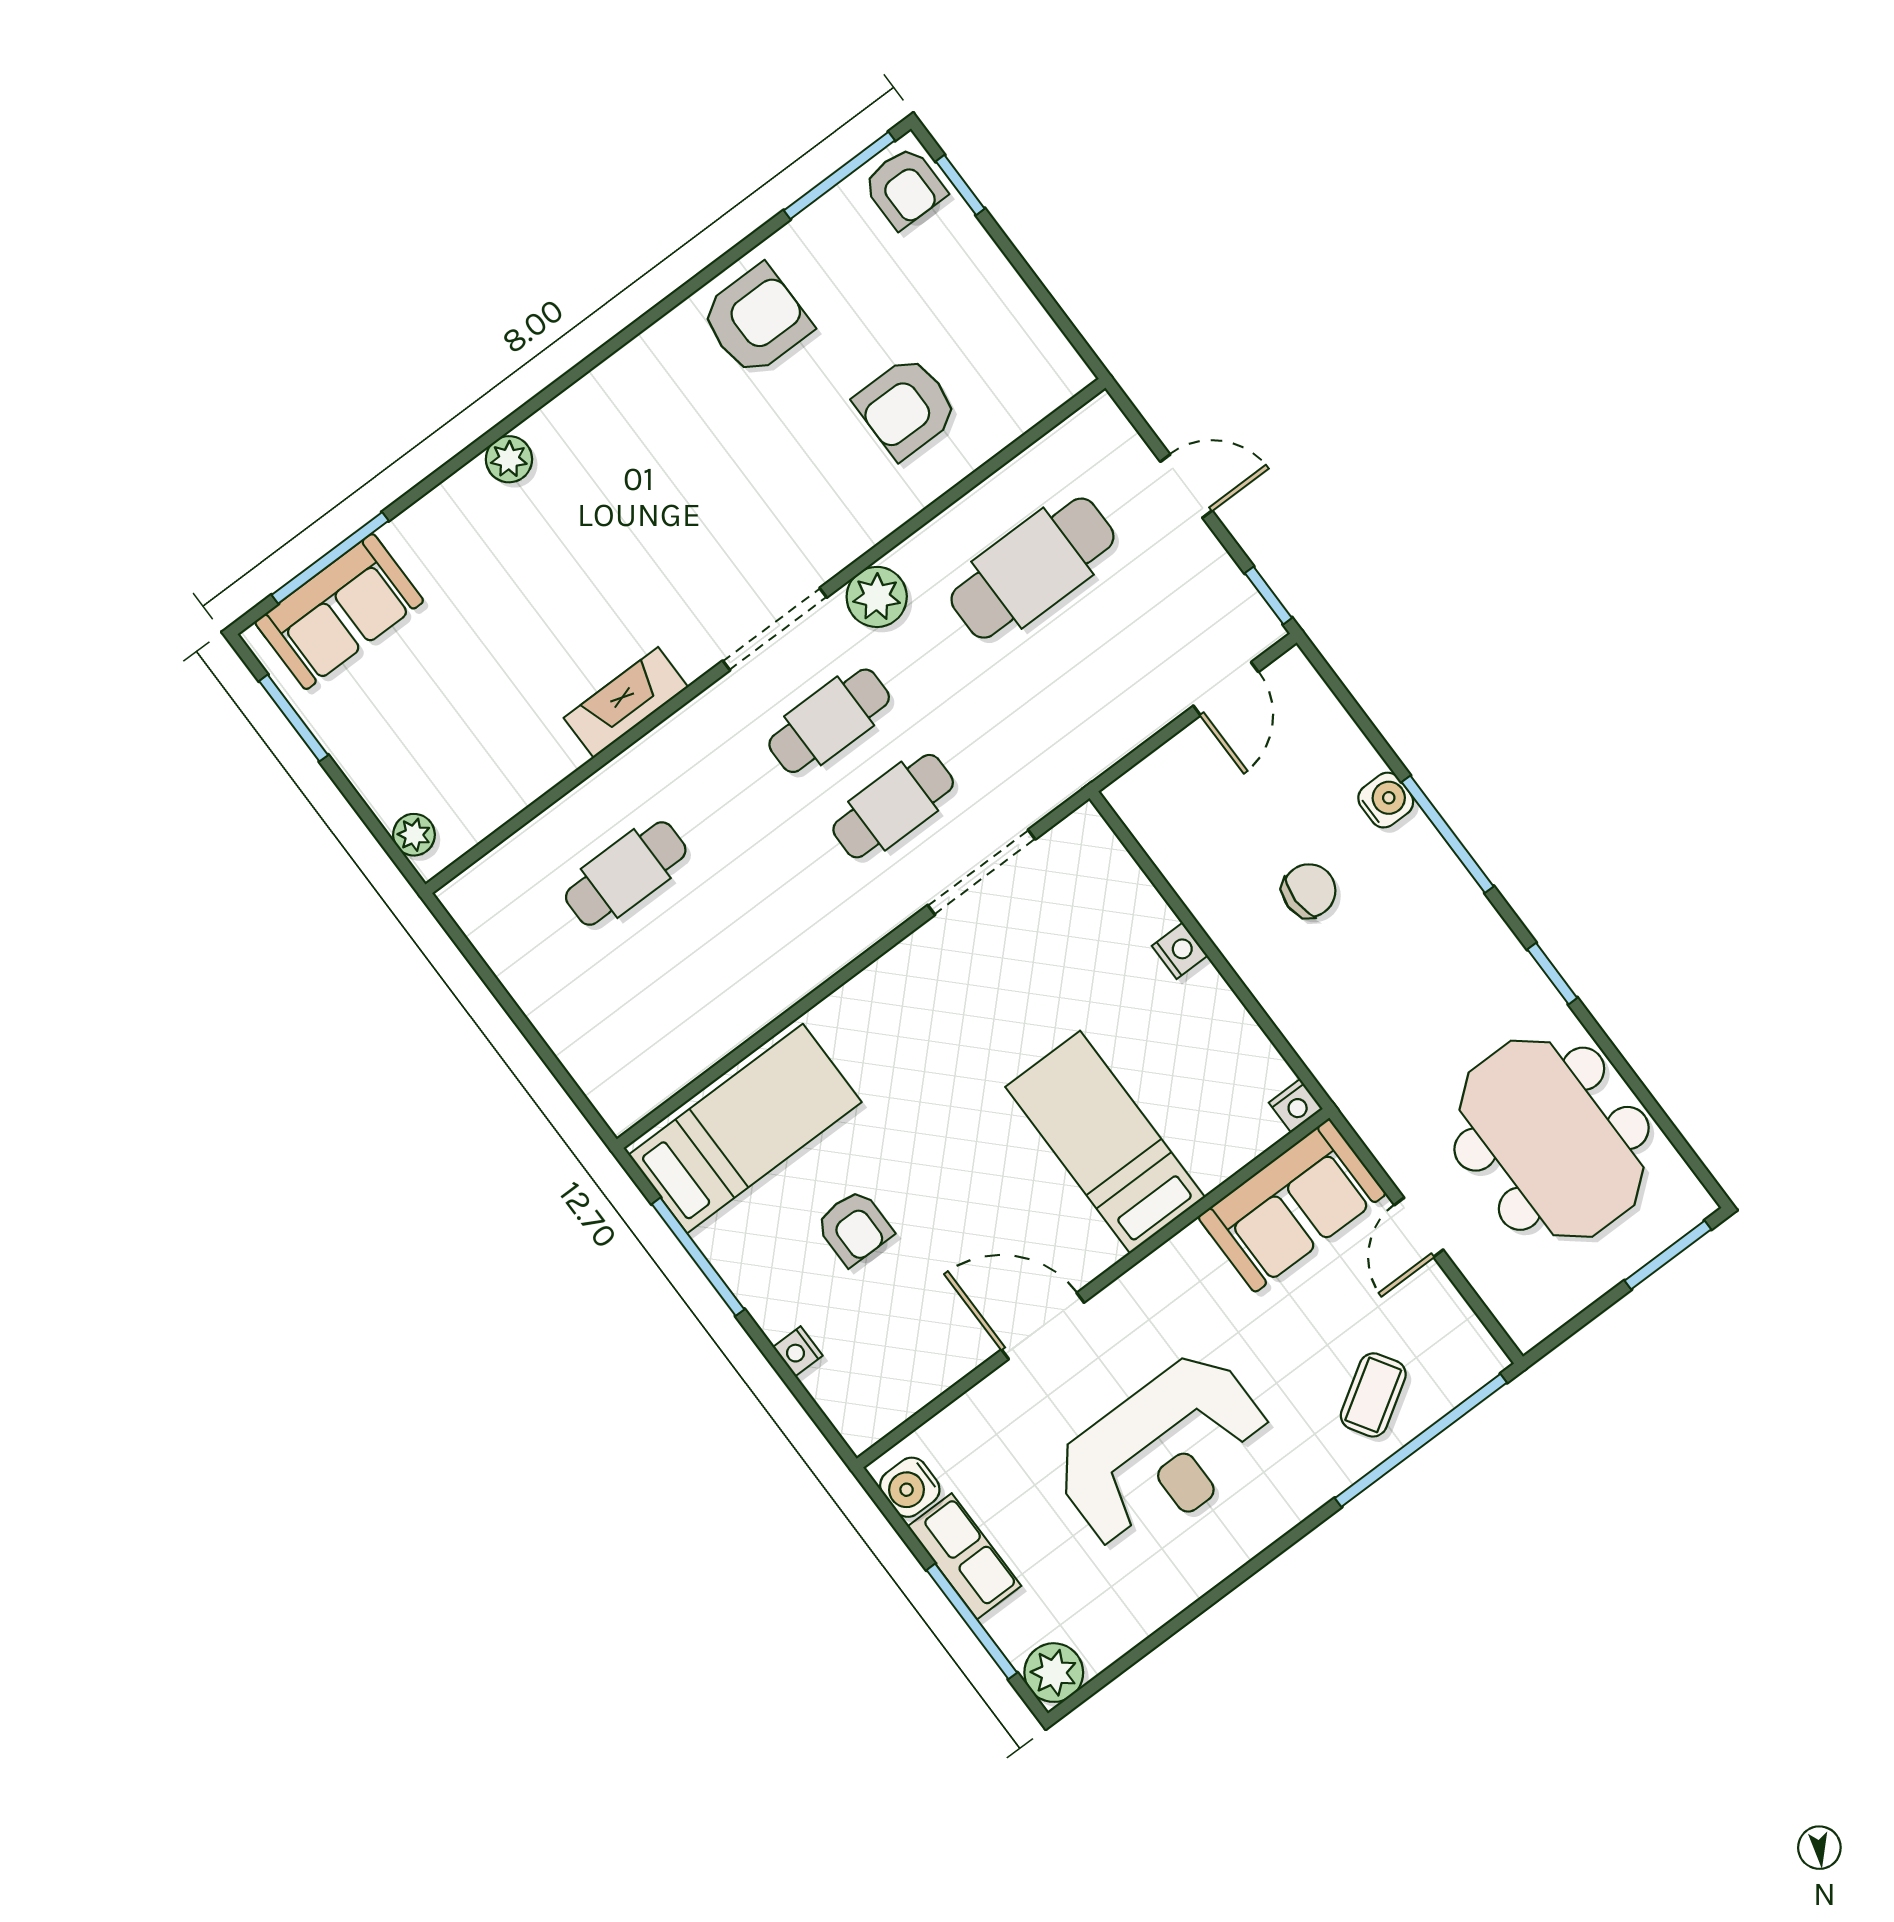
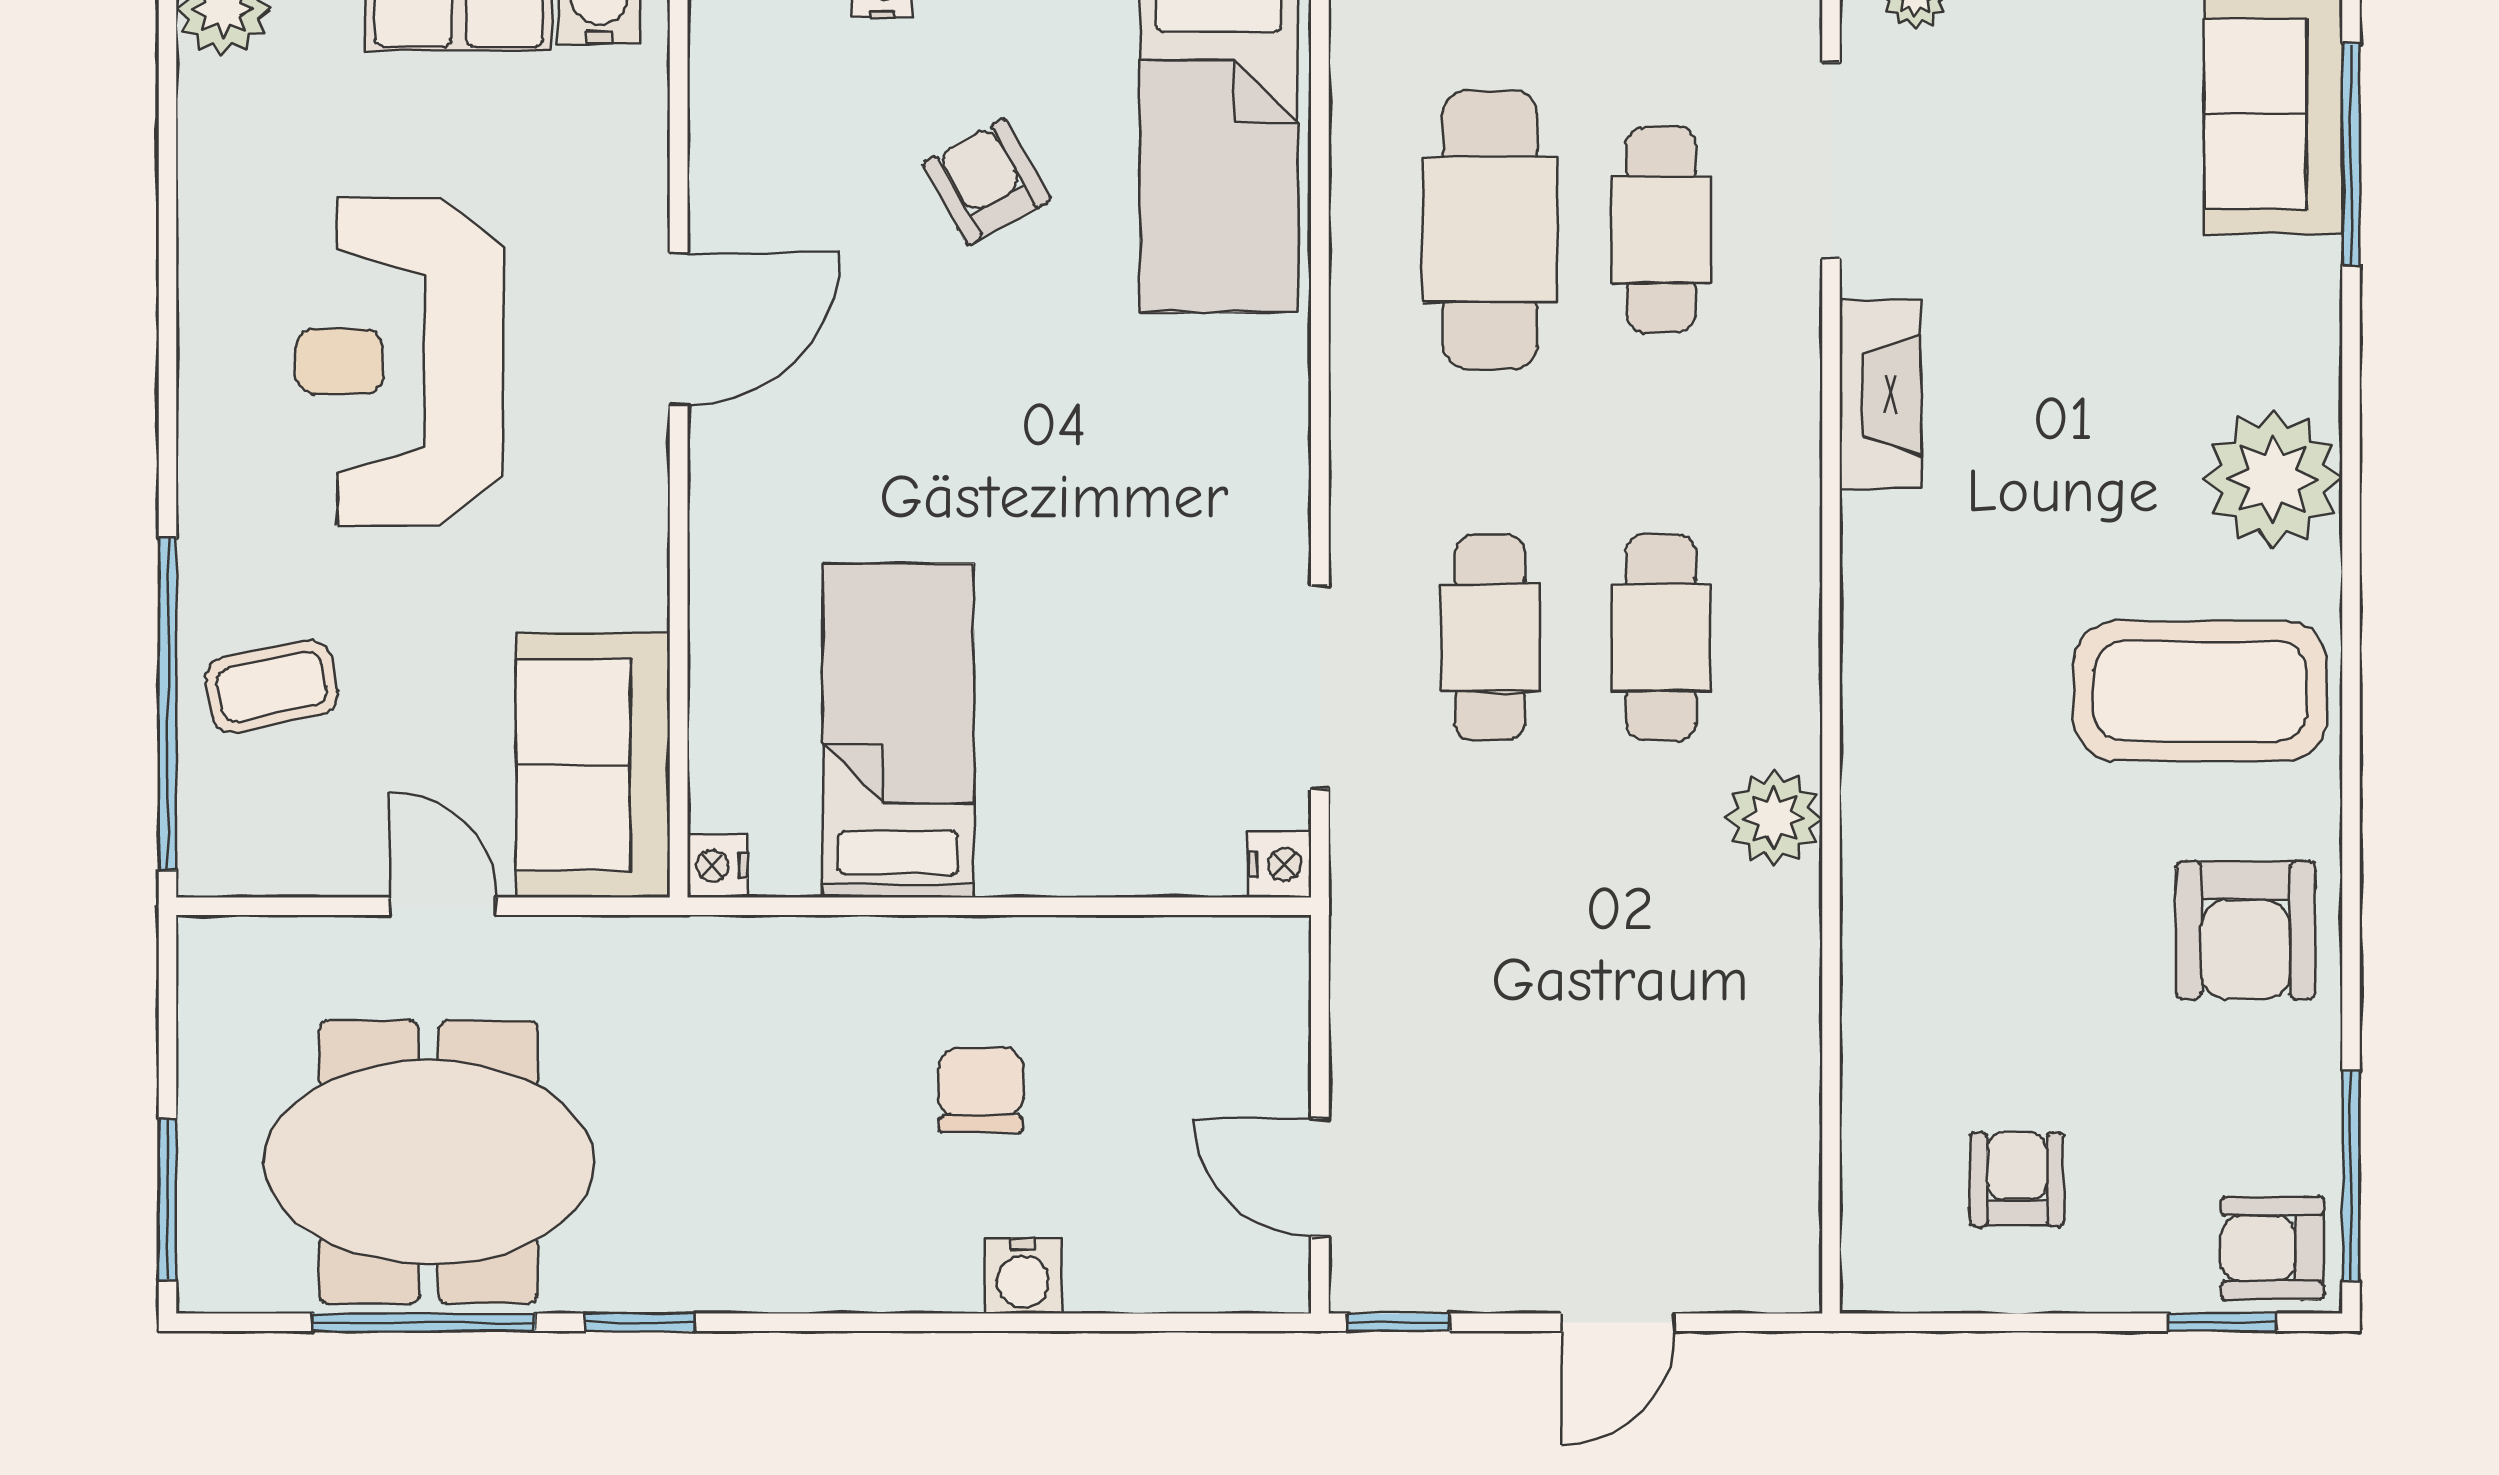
armchair: (906, 407) -> (2017, 1179), moved, width x0.72, depth x0.72
coffee table: (654, 432) -> (2200, 691), added
plant: (509, 459) -> (2273, 479), width x1.87, depth x1.87
cafe table: (1032, 568) -> (1490, 230), moved
doorway: (775, 629) -> (1831, 160), moved
window: (1448, 834) -> (424, 1322), moved
chair: (1309, 891) -> (981, 1090), turned 180
nightstand: (1180, 951) -> (1280, 864), moved, turned -90
bed: (1105, 1142) -> (898, 730), moved, turned -90
armchair: (854, 1228) -> (986, 182), turned 61
coffee table: (1373, 1395) -> (272, 687), turned -70

